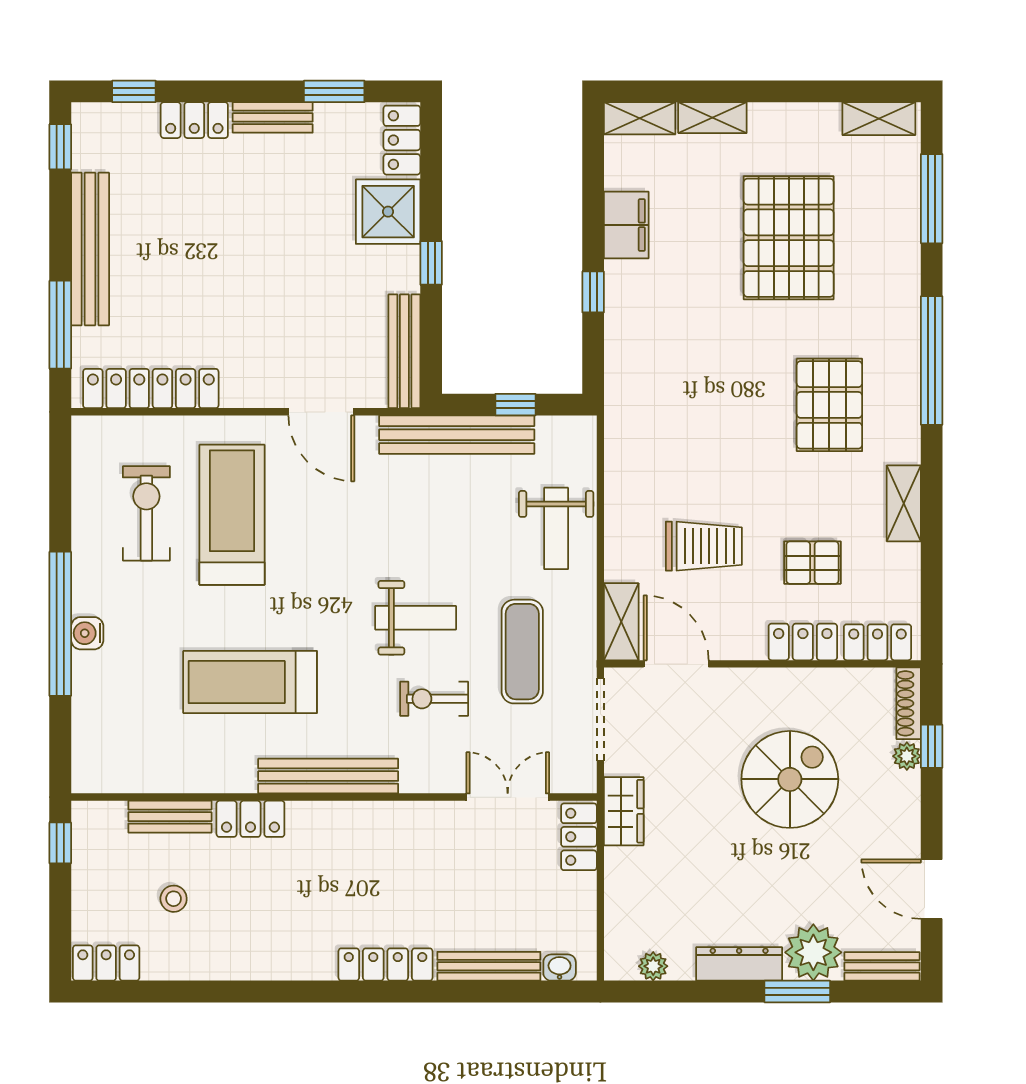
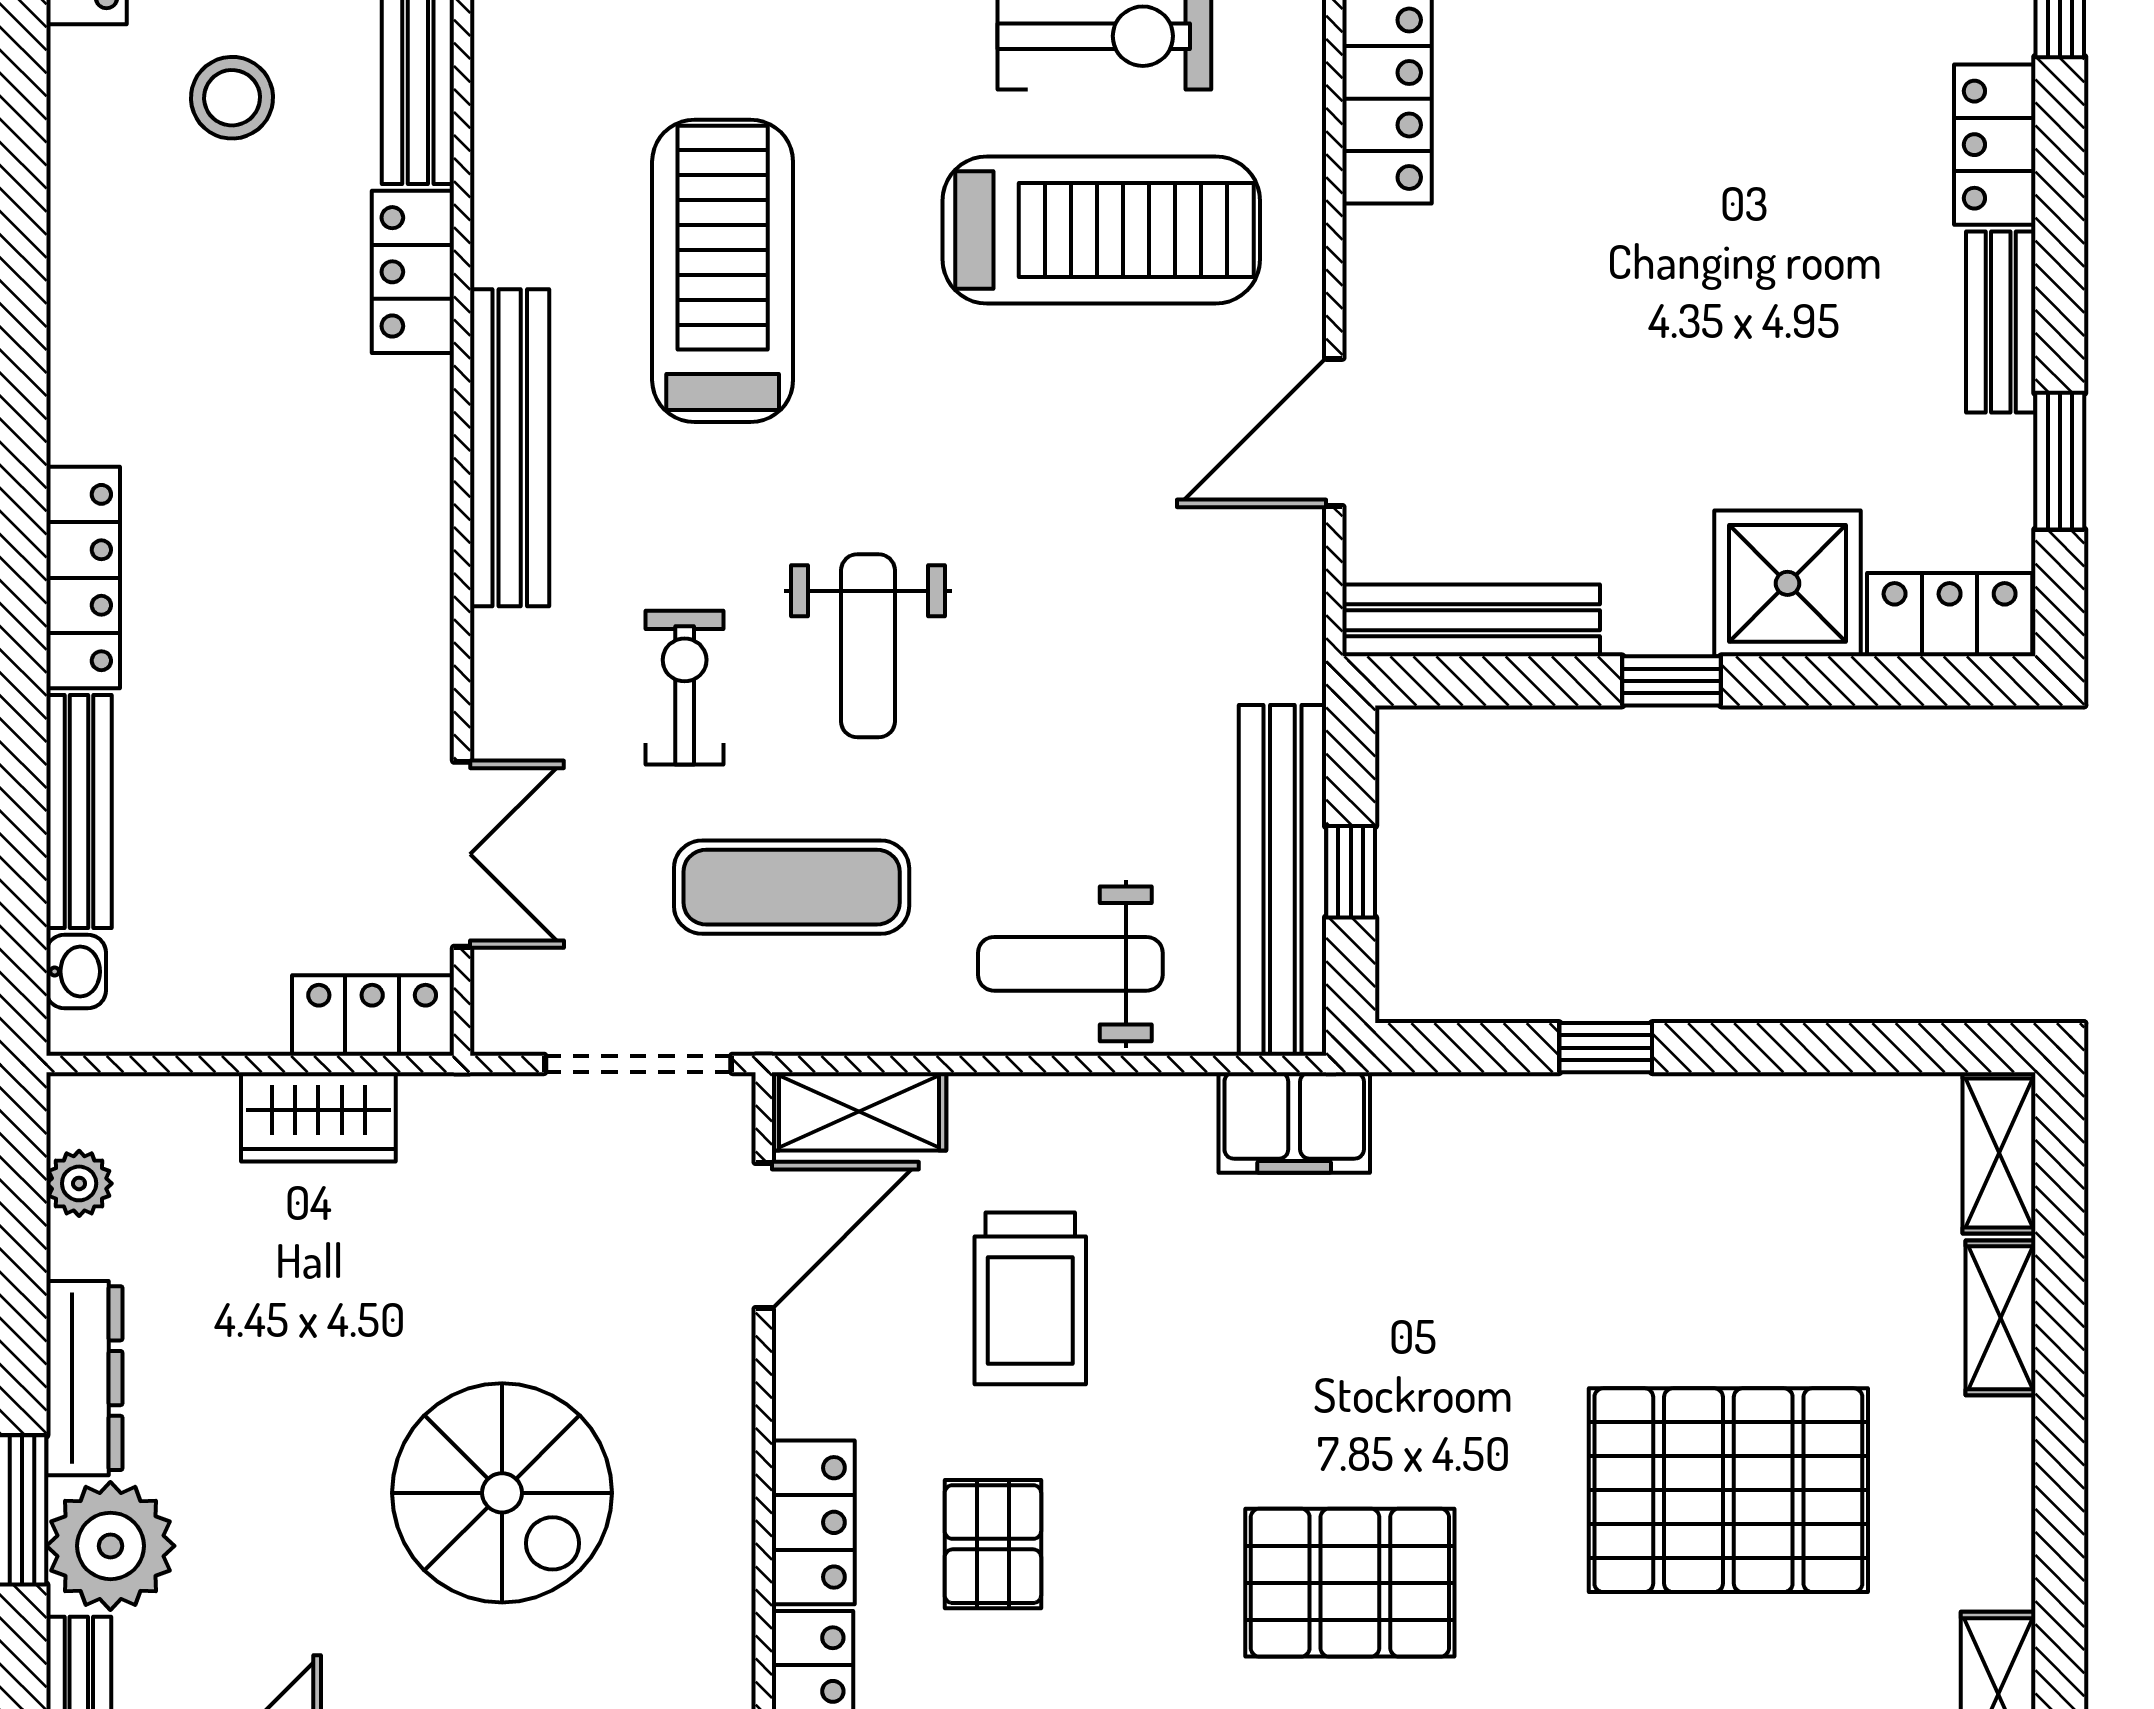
filing cabinet: (626, 225) -> (1294, 1123), moved
bench: (457, 435) -> (1282, 880), moved
wardrobe: (624, 811) -> (318, 1117), moved
stool: (174, 899) -> (232, 98), width x1.37, depth x1.37

